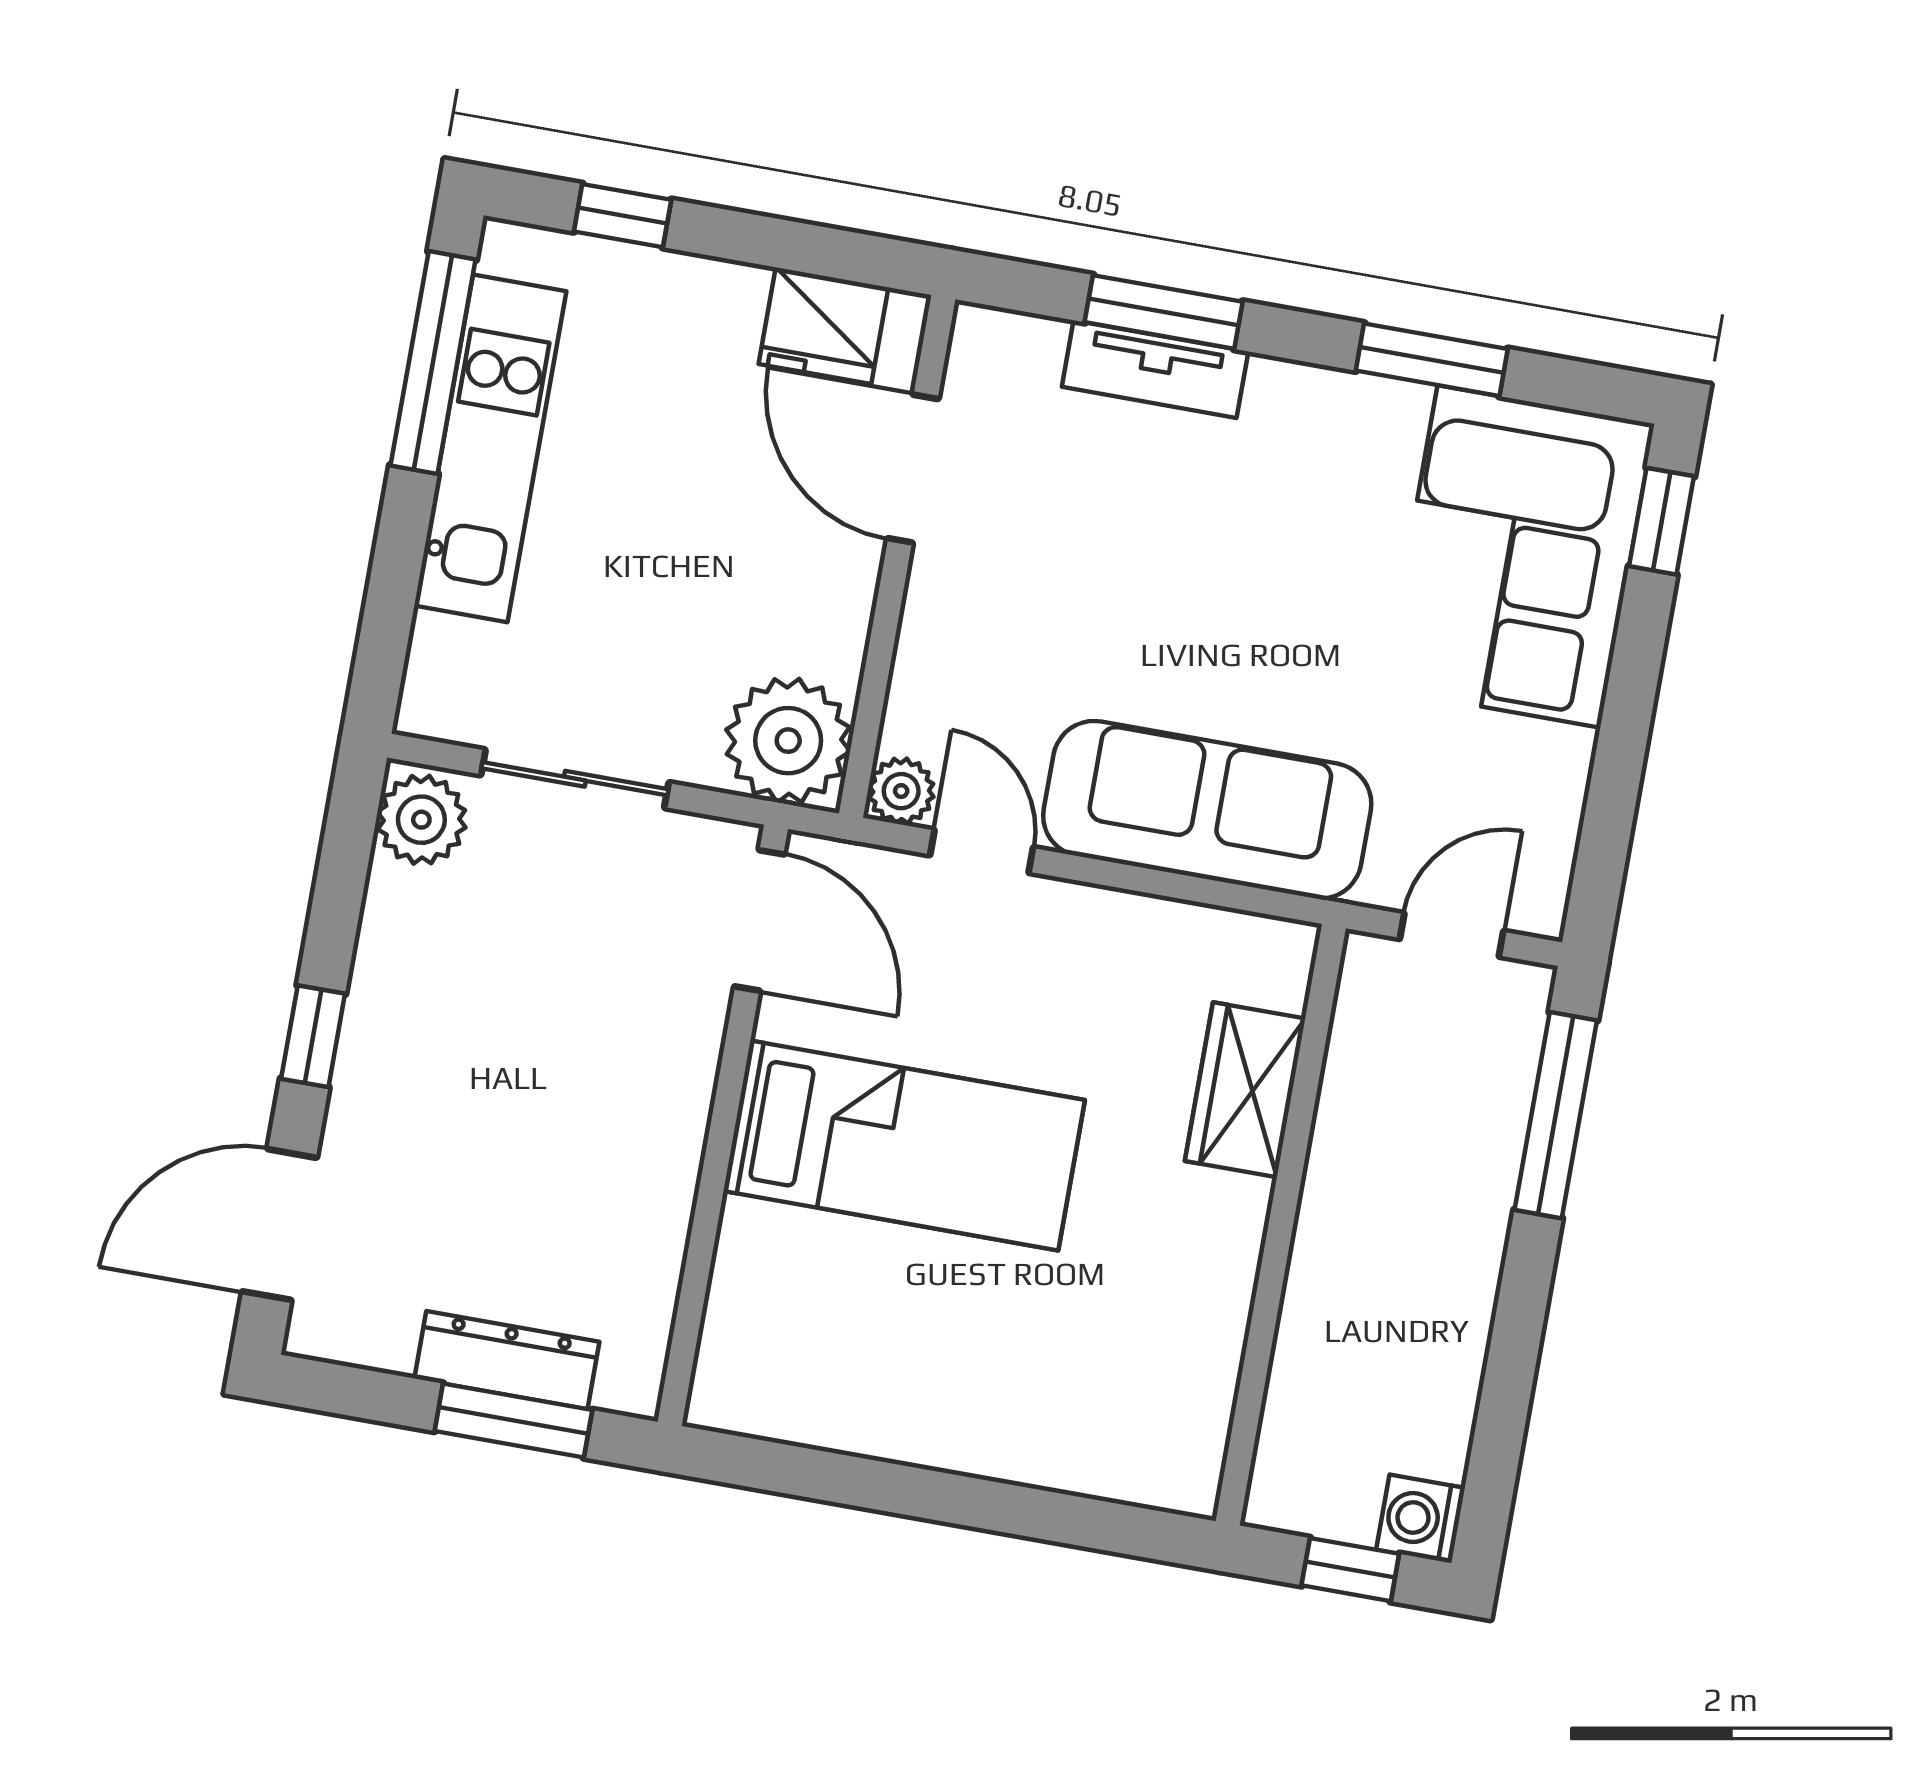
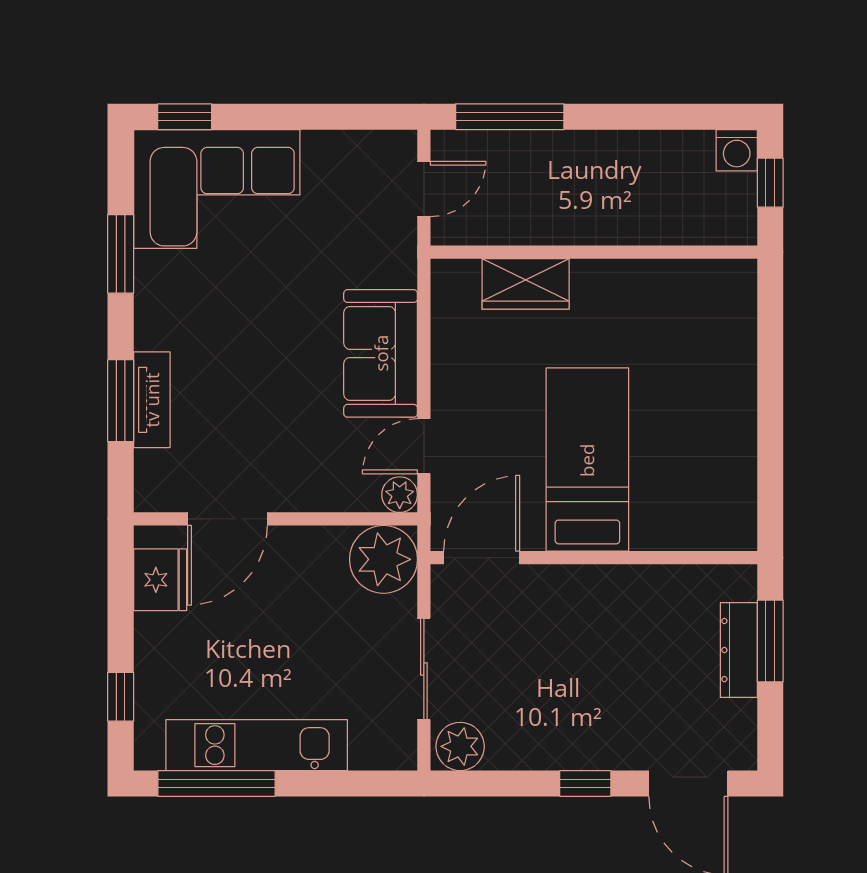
sofa: (1207, 810) -> (381, 353), width x0.73
door: (1452, 935) -> (424, 189), swing flipped

